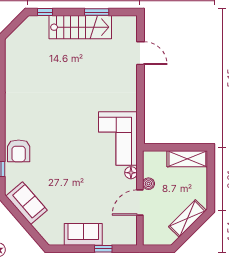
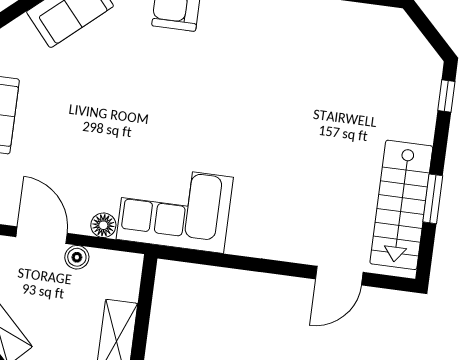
stairs: (80, 27) -> (401, 205), moved

